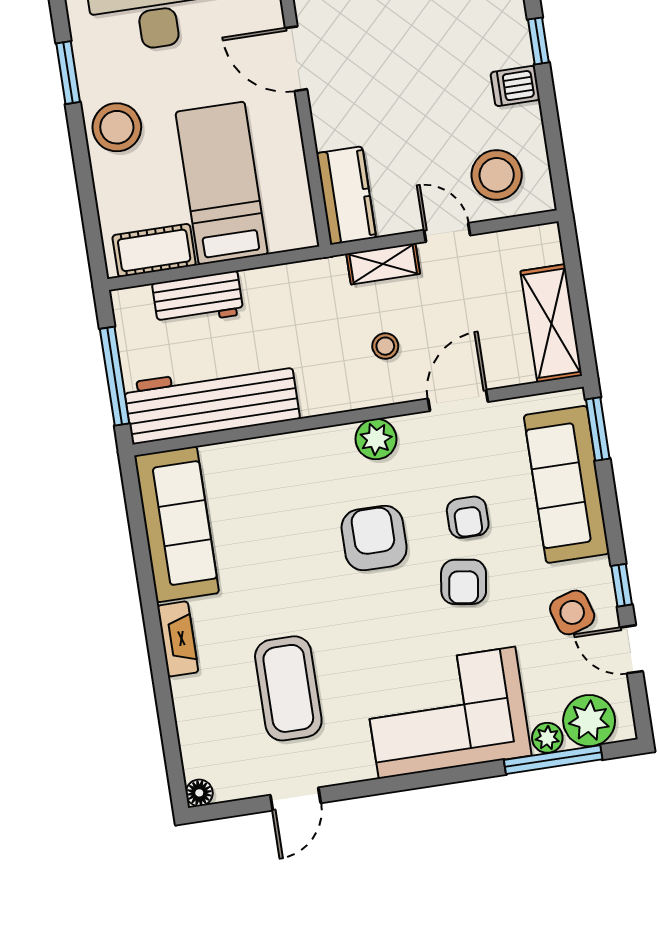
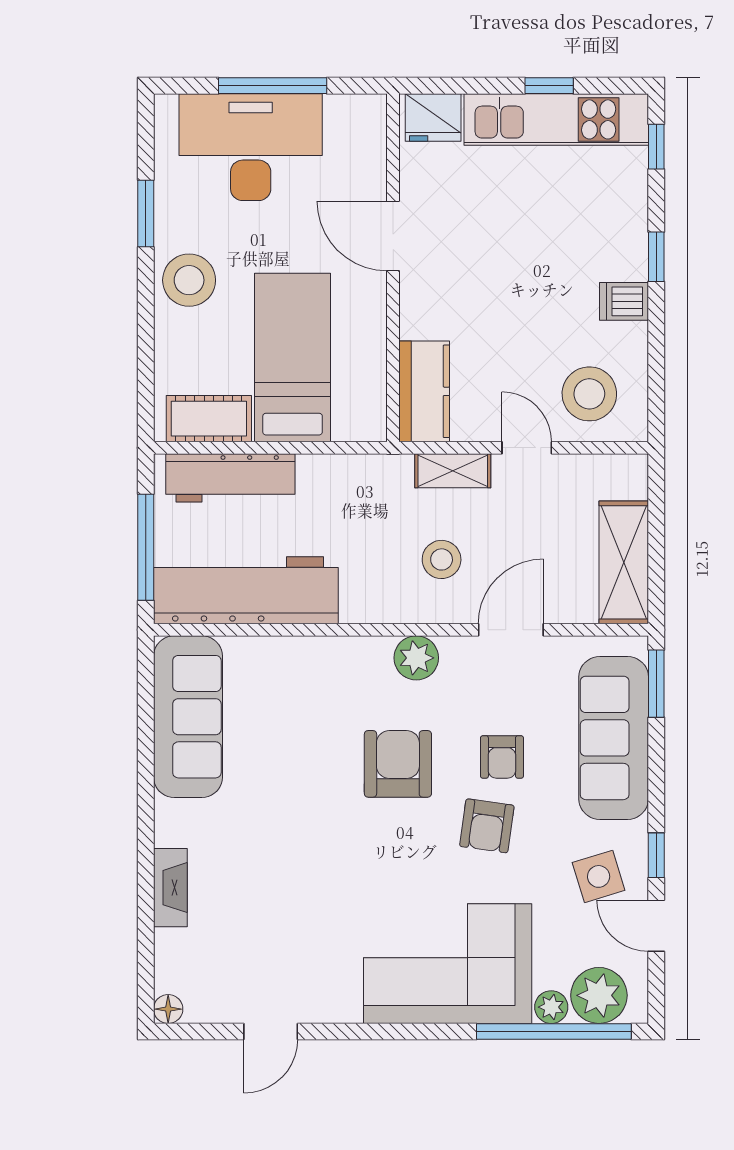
workbench: (198, 299) -> (230, 478), width x1.38
stool: (385, 346) -> (442, 559), width x1.37, depth x1.37
fireplace: (178, 639) -> (170, 888), moved
coffee table: (288, 688) -> (281, 911), removed
window: (553, 760) -> (554, 1031), width x1.46

